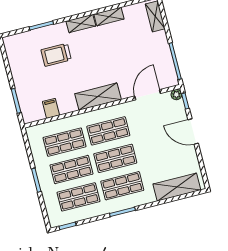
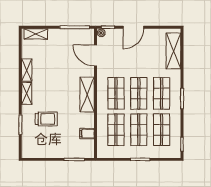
trolley: (56, 55) -> (46, 119), turned -90

